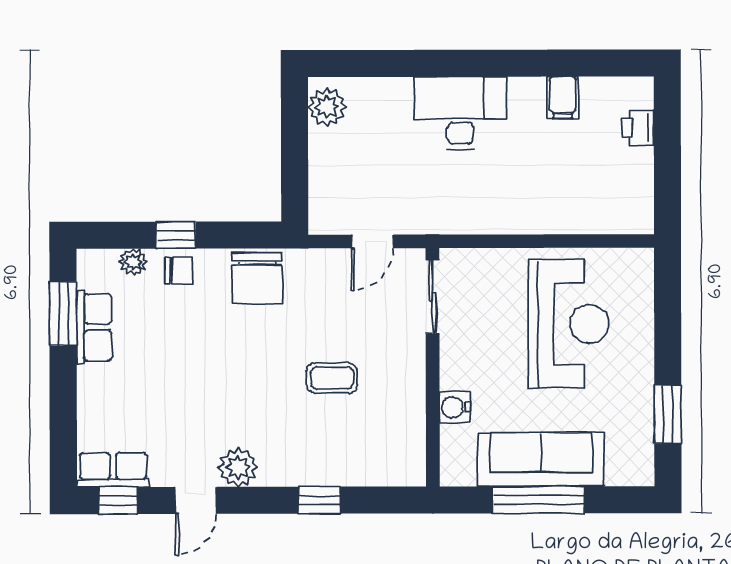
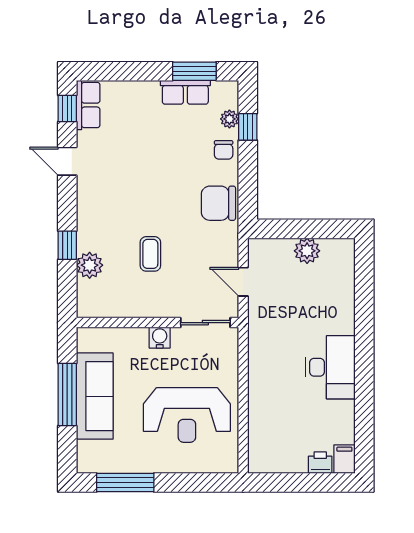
filing cabinet: (563, 97) -> (344, 459), moved, turned 90
plant: (327, 107) -> (307, 251), moved
desk: (460, 113) -> (330, 367), moved
window: (176, 235) -> (248, 127), moved
water cooler: (455, 407) -> (160, 338), moved
window: (668, 414) -> (125, 482), width x1.44
plant: (238, 467) -> (90, 265), moved

